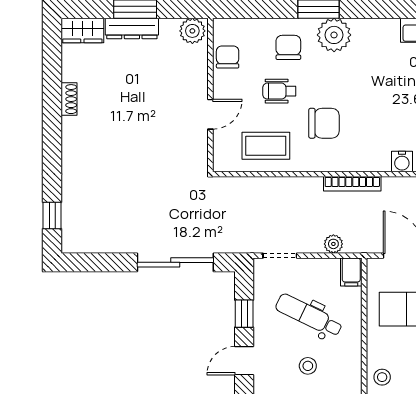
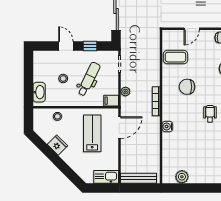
wheelchair: (279, 91) -> (210, 114), moved
door: (210, 114) -> (192, 29), hinge flipped
chair: (324, 123) -> (187, 87), turned 90
coffee table: (266, 146) -> (175, 57), turned 90

